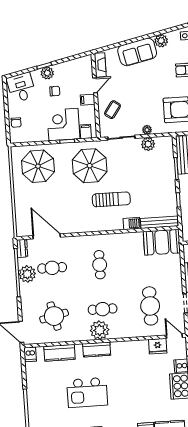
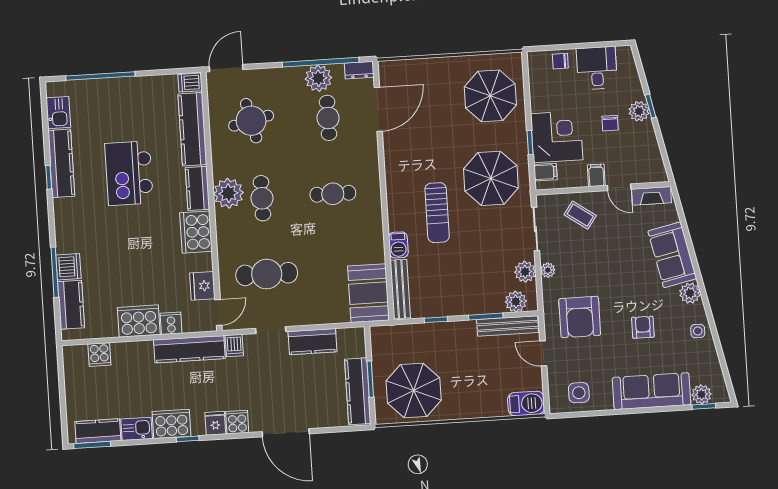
desk: (21, 87) -> (597, 68), moved, turned -78
plant: (167, 150) -> (516, 302), added
cooker: (124, 350) -> (196, 232), added
kitchen counter: (60, 353) -> (192, 129), width x1.50

